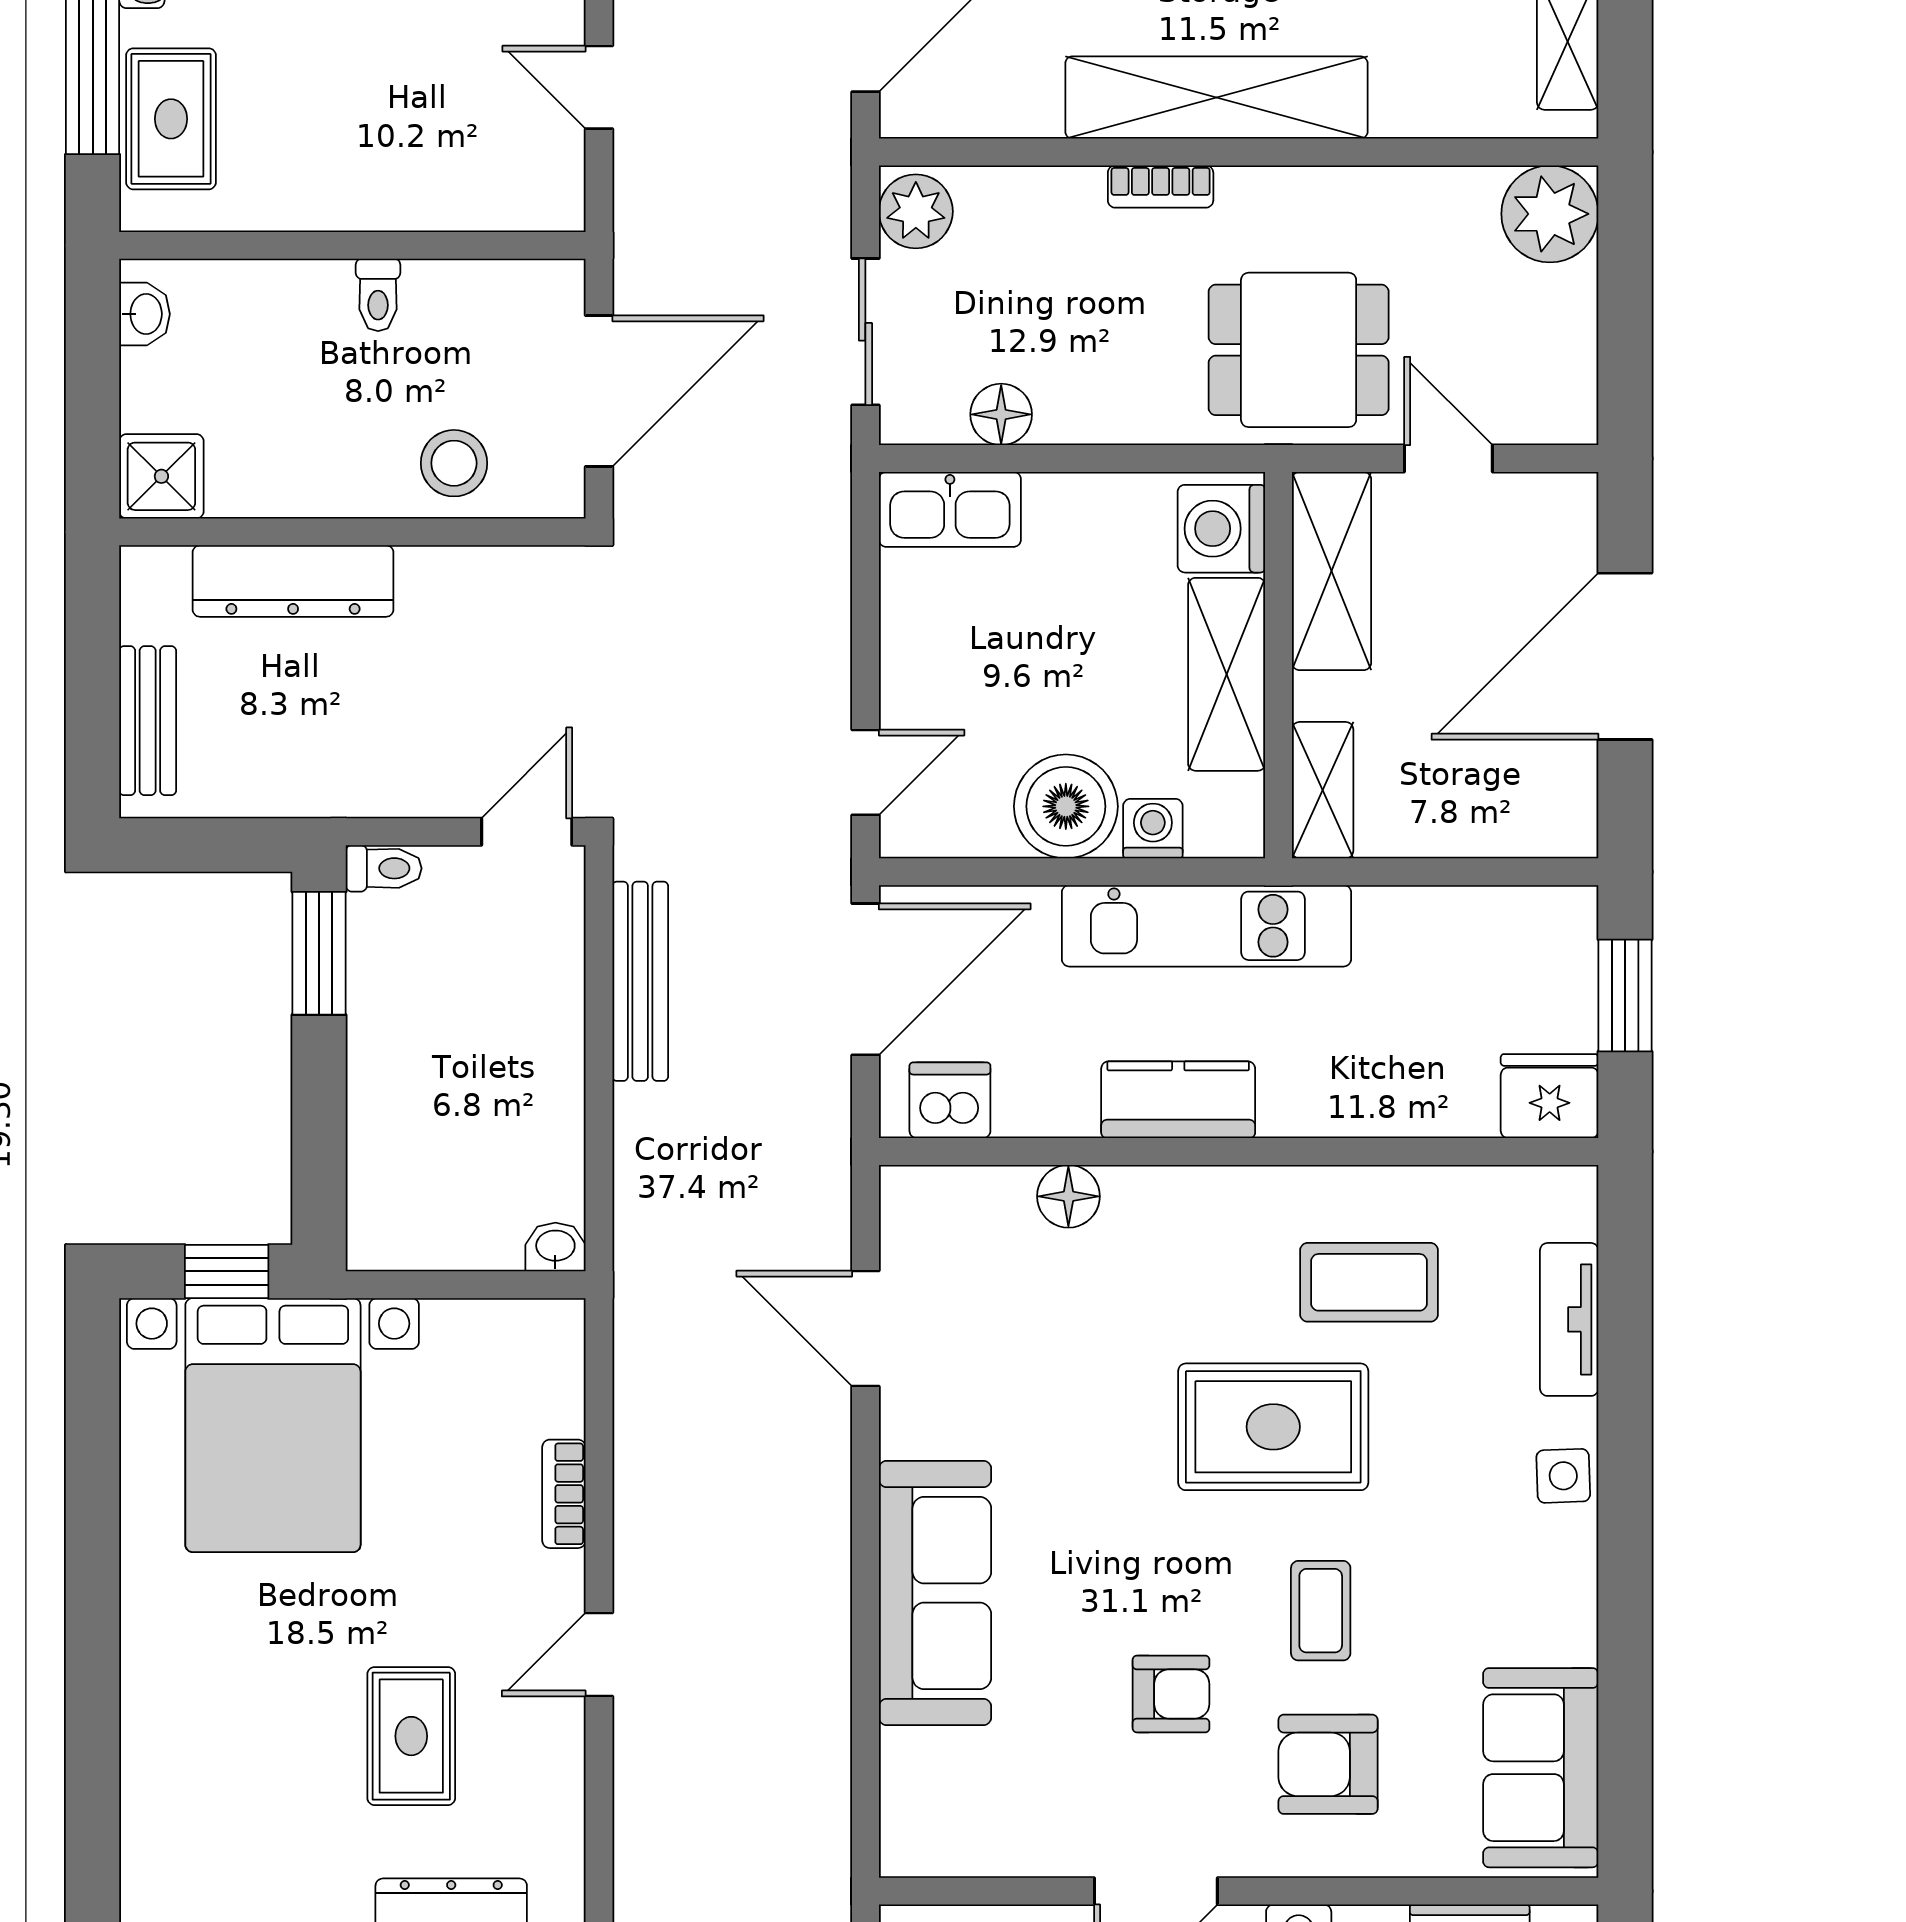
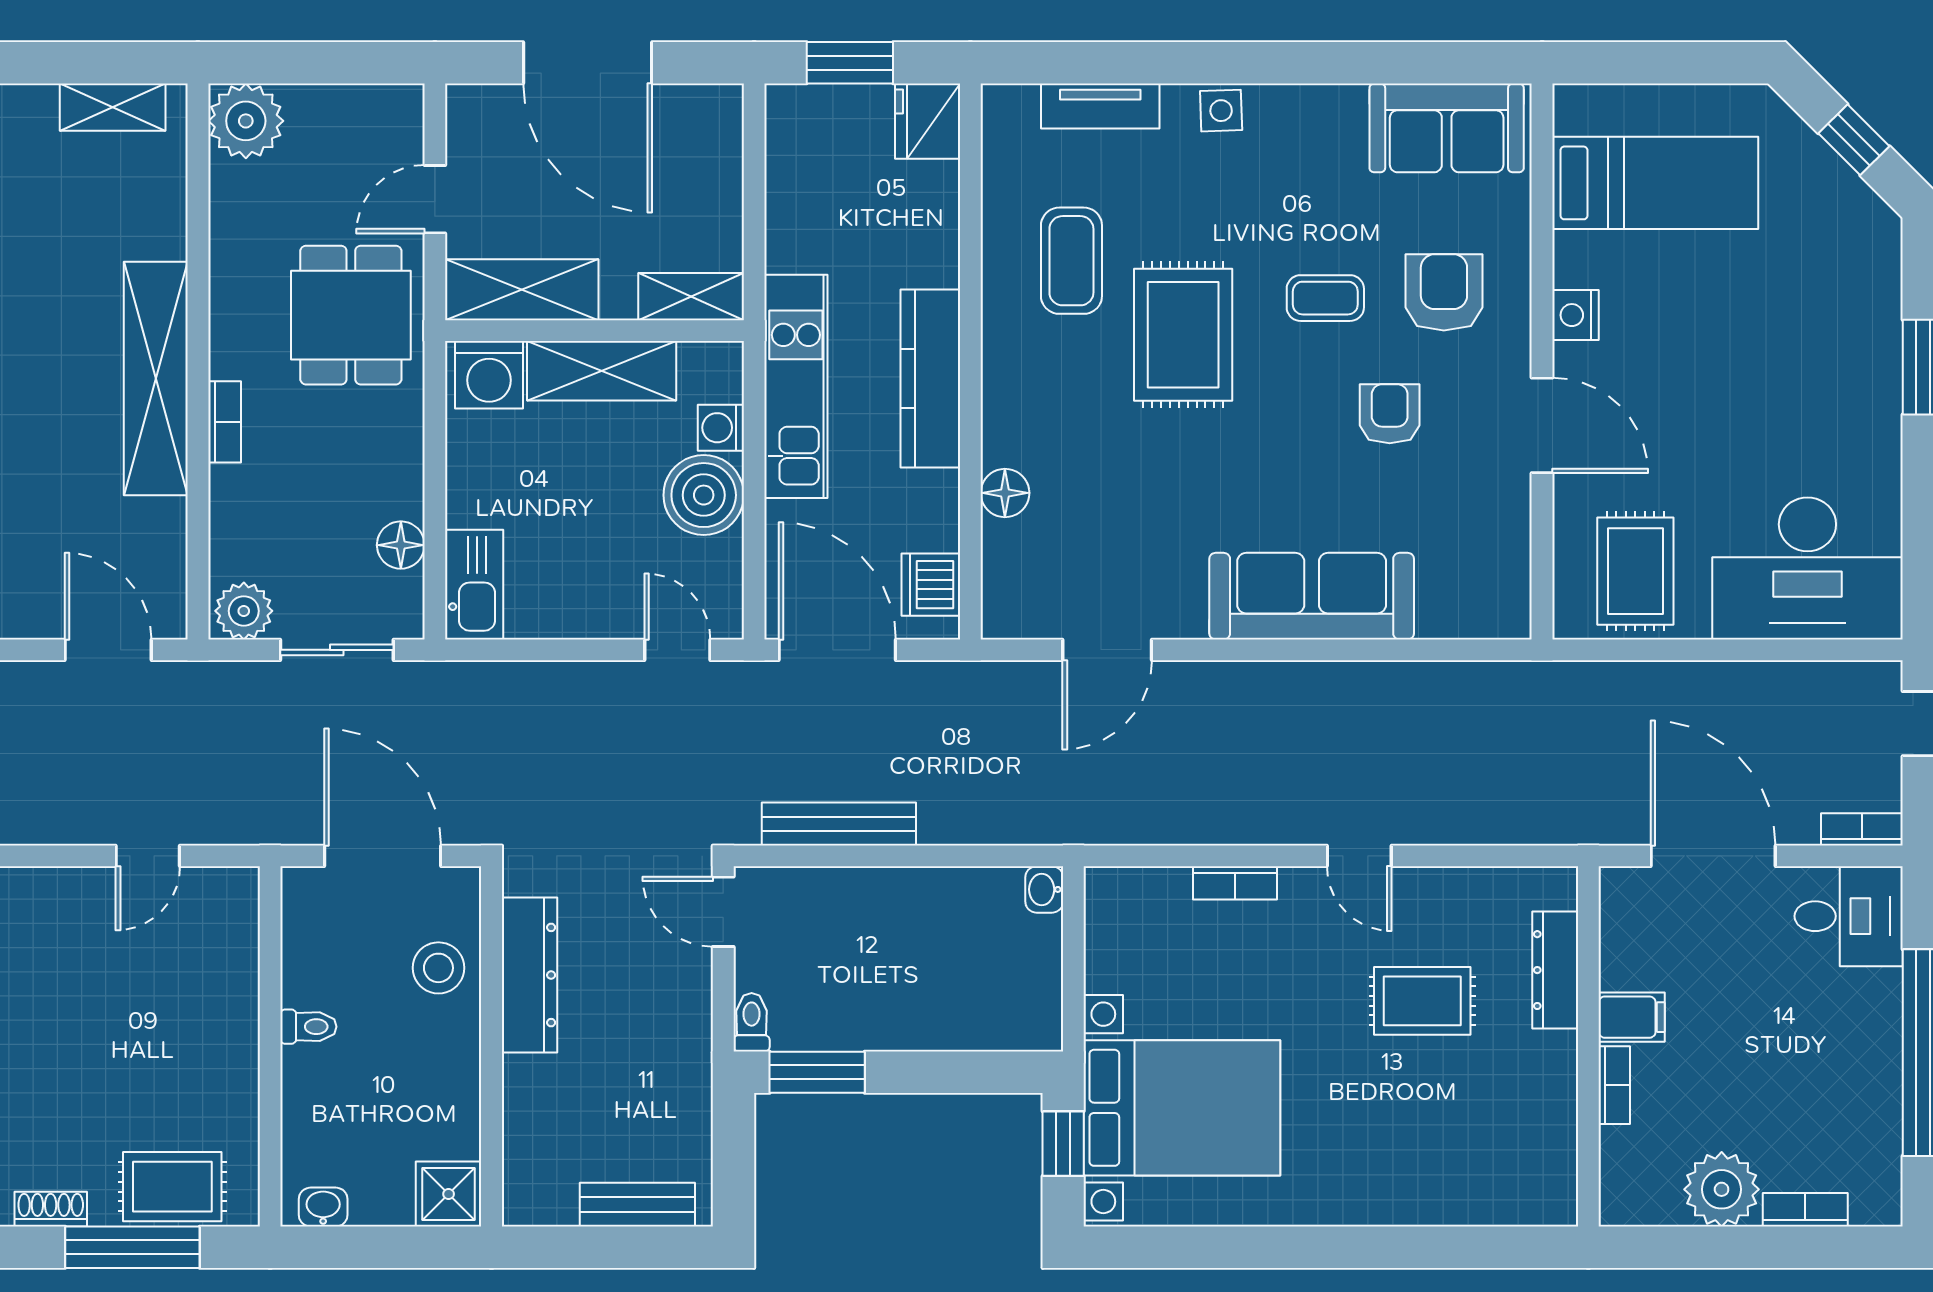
dresser: (293, 581) -> (529, 975), moved
kitchen counter: (1178, 1100) -> (930, 378), width x1.50
armchair: (1328, 1764) -> (1444, 292), turned 180

